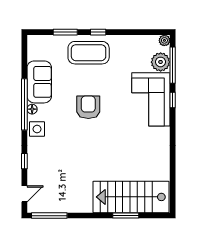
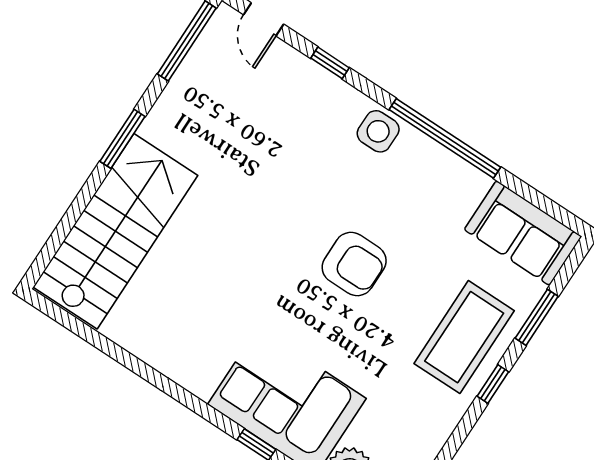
sofa: (39, 82) -> (523, 233), moved
floor lamp: (32, 109) -> (425, 148), removed
window: (126, 216) -> (122, 139), moved

